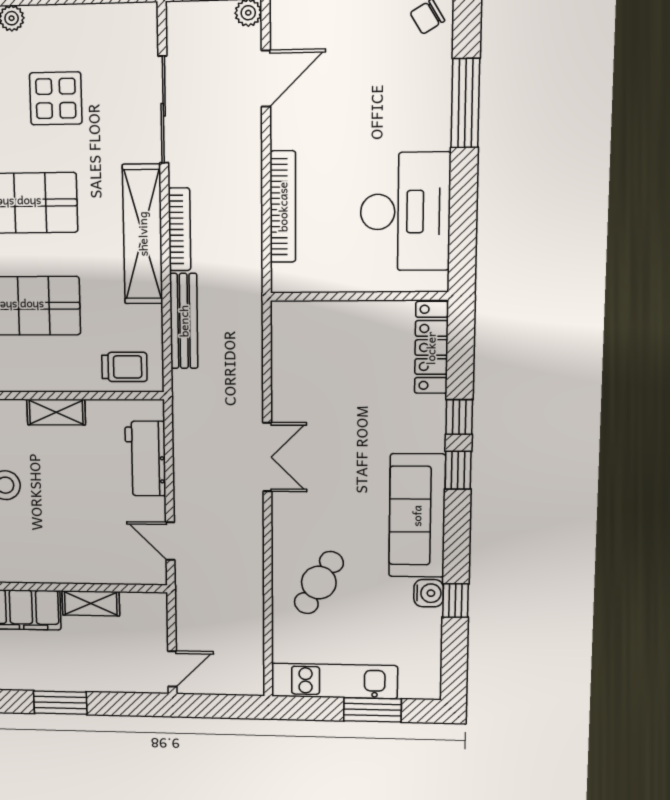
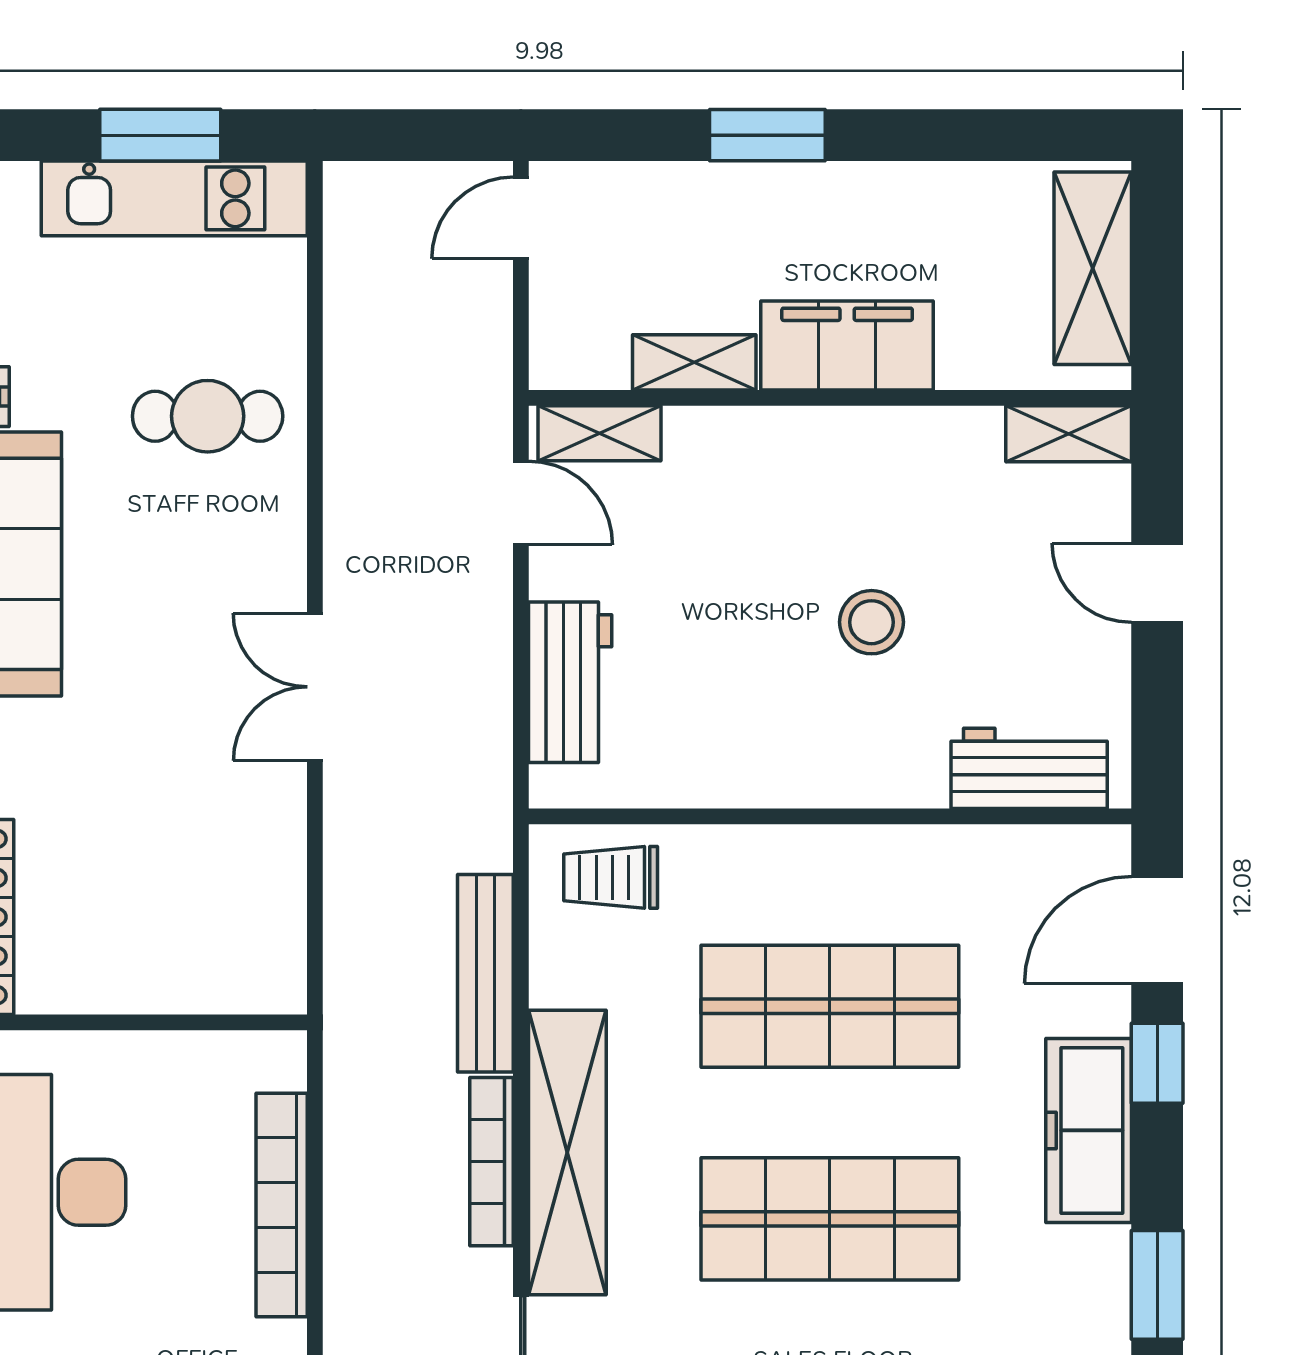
shelving: (56, 412) -> (600, 433), moved
cafe table: (319, 583) -> (208, 416), turned 60
window: (372, 710) -> (160, 135), moved

